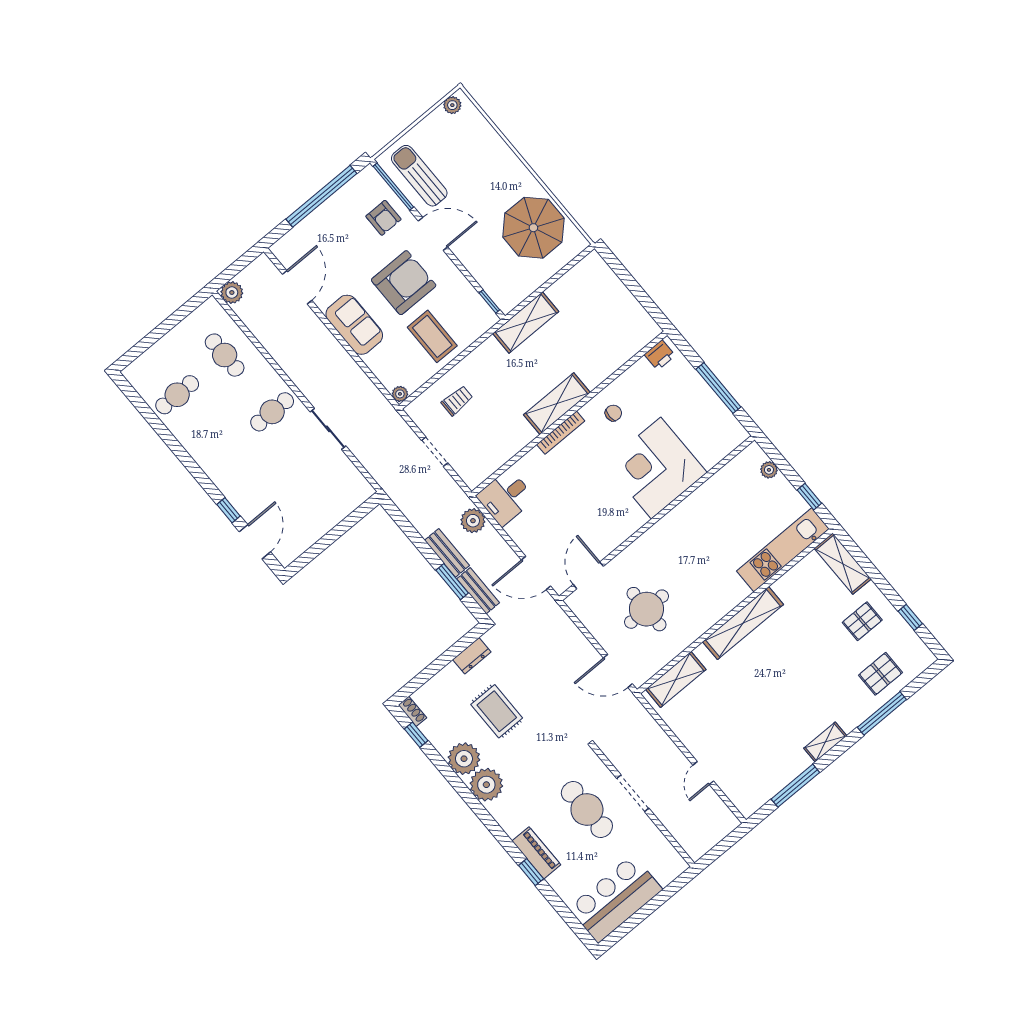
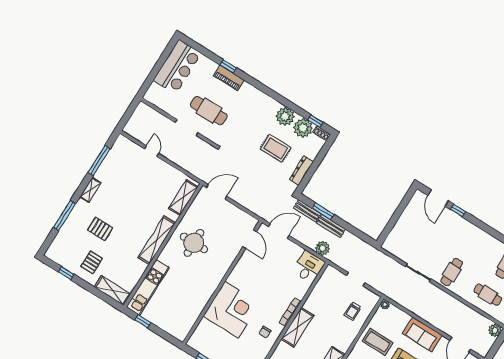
plant: (769, 470) -> (170, 329), removed
round table: (646, 609) -> (194, 243), moved
dresser: (472, 656) -> (301, 171), width x1.44
pallet: (880, 674) -> (100, 229), moved, turned 90
plant: (486, 785) -> (303, 128), moved

